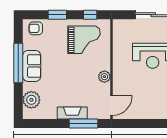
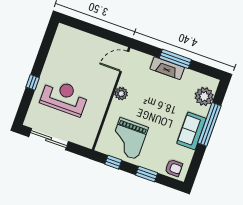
grand piano: (84, 40) -> (129, 139), turned -90
window: (18, 63) -> (209, 124), moved
window: (84, 124) -> (175, 59), moved

